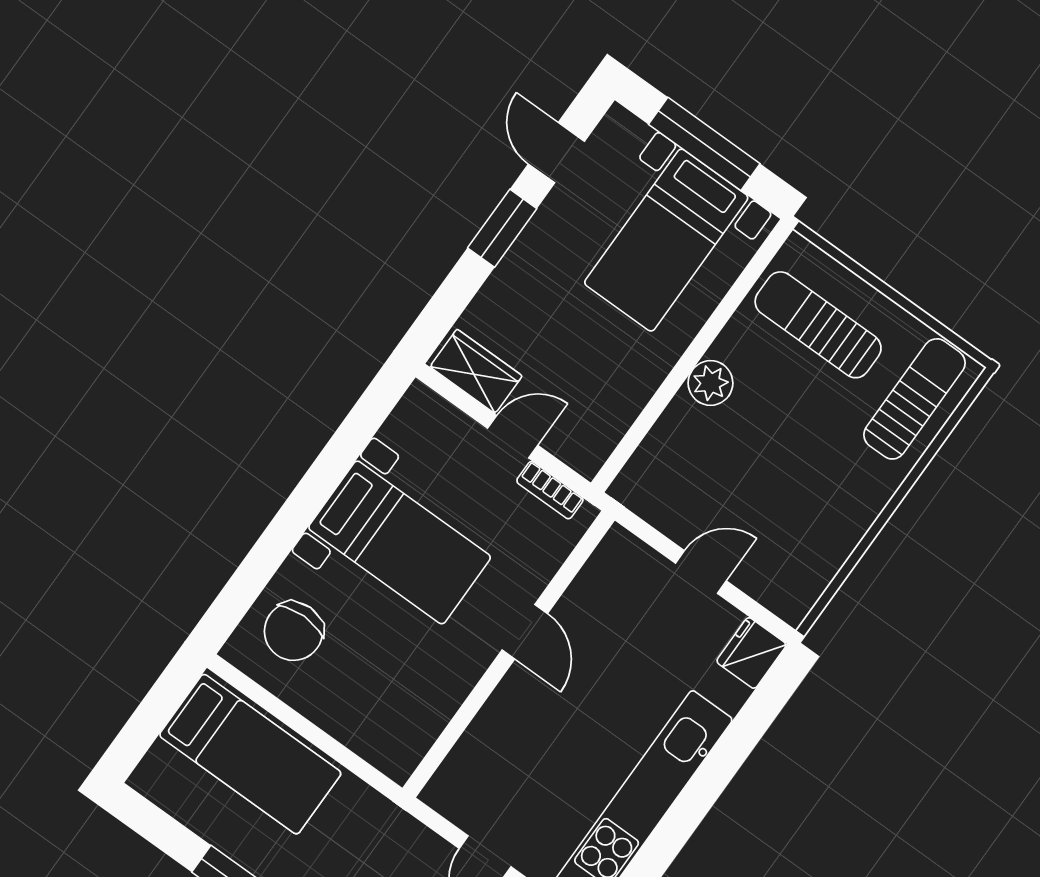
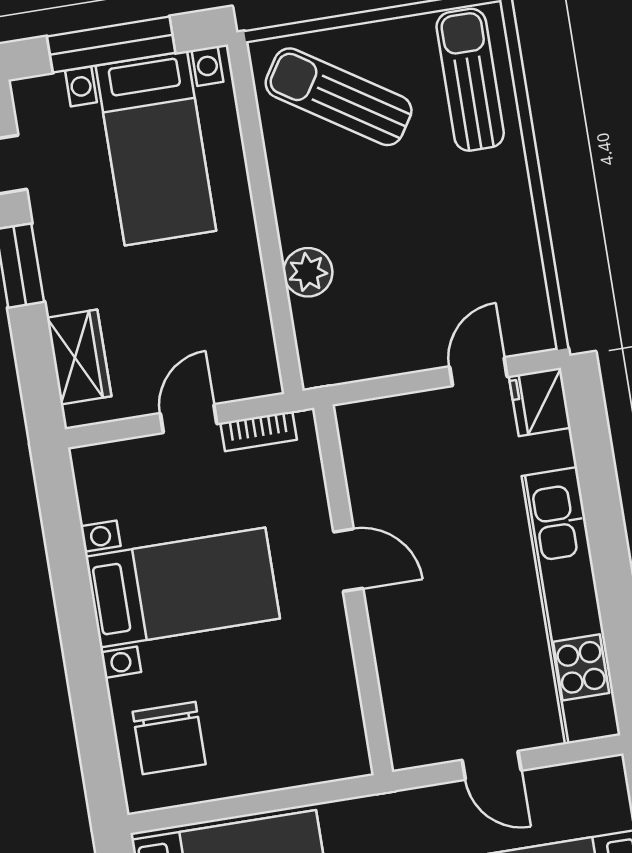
sun lounger: (818, 325) -> (339, 97), turned 33
wardrobe: (476, 371) -> (79, 357), moved, turned 90
plant: (710, 383) -> (308, 272), moved
door: (701, 572) -> (478, 372), moved

